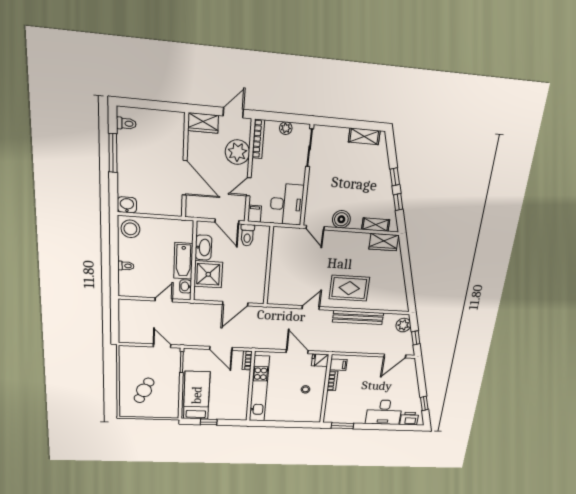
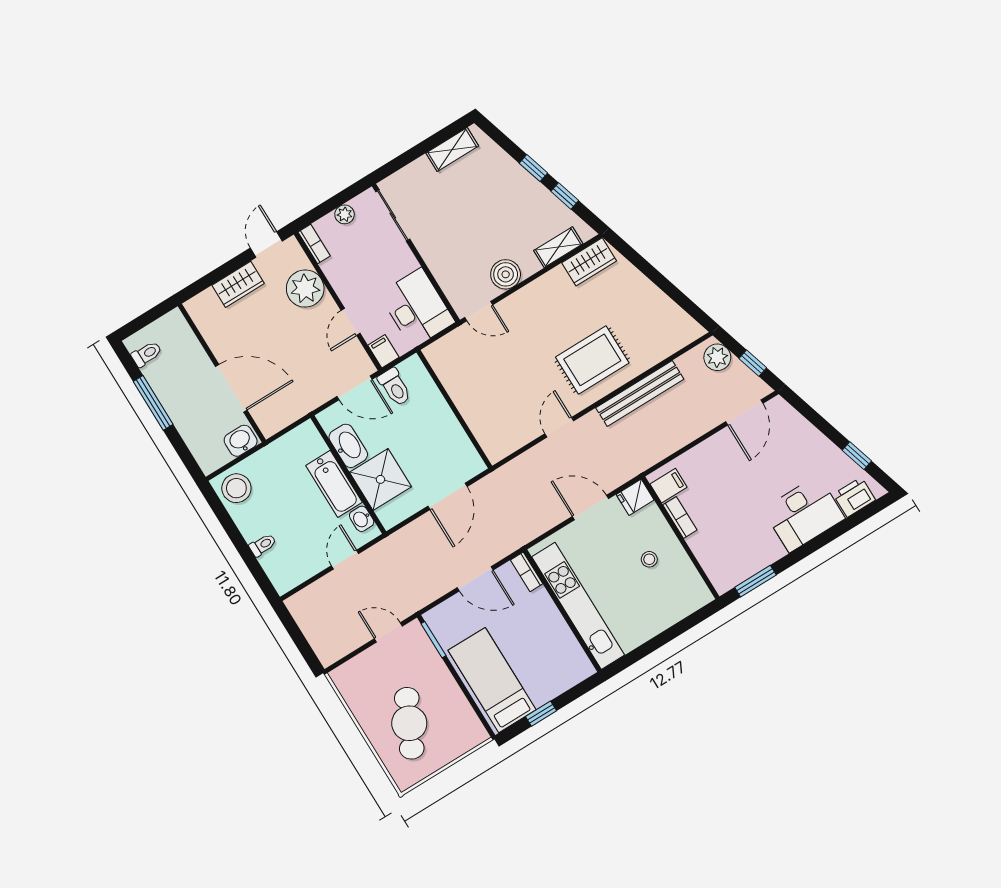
bookcase: (258, 139) -> (314, 244), width x0.64
wall: (185, 166) -> (222, 373), moved
door: (185, 178) -> (231, 388), moved
washbasin: (127, 205) -> (241, 441), moved
cafe table: (144, 390) -> (409, 723), width x1.37, depth x1.35

